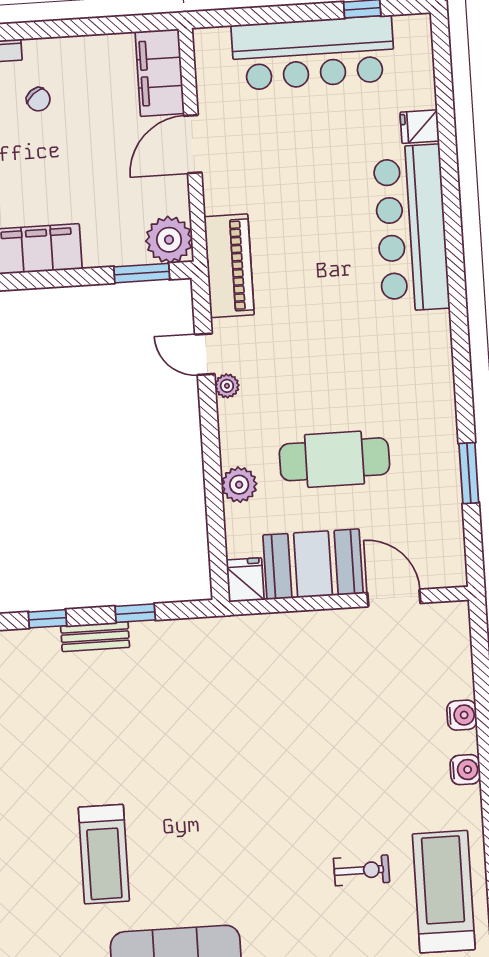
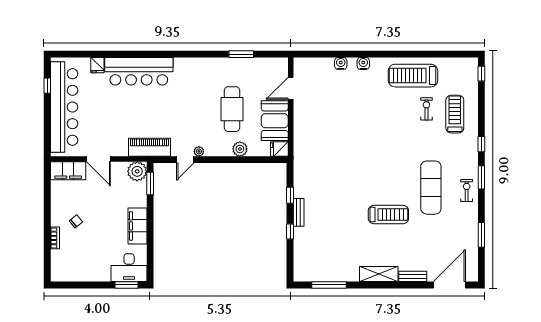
bar counter: (313, 53) -> (64, 107), width x1.36
exercise bike: (362, 870) -> (426, 109), moved

